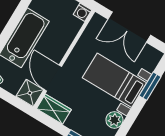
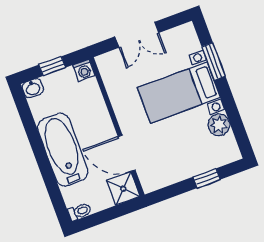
double door: (129, 27) -> (137, 35), width x0.73
wardrobe: (54, 109) -> (159, 177), removed

